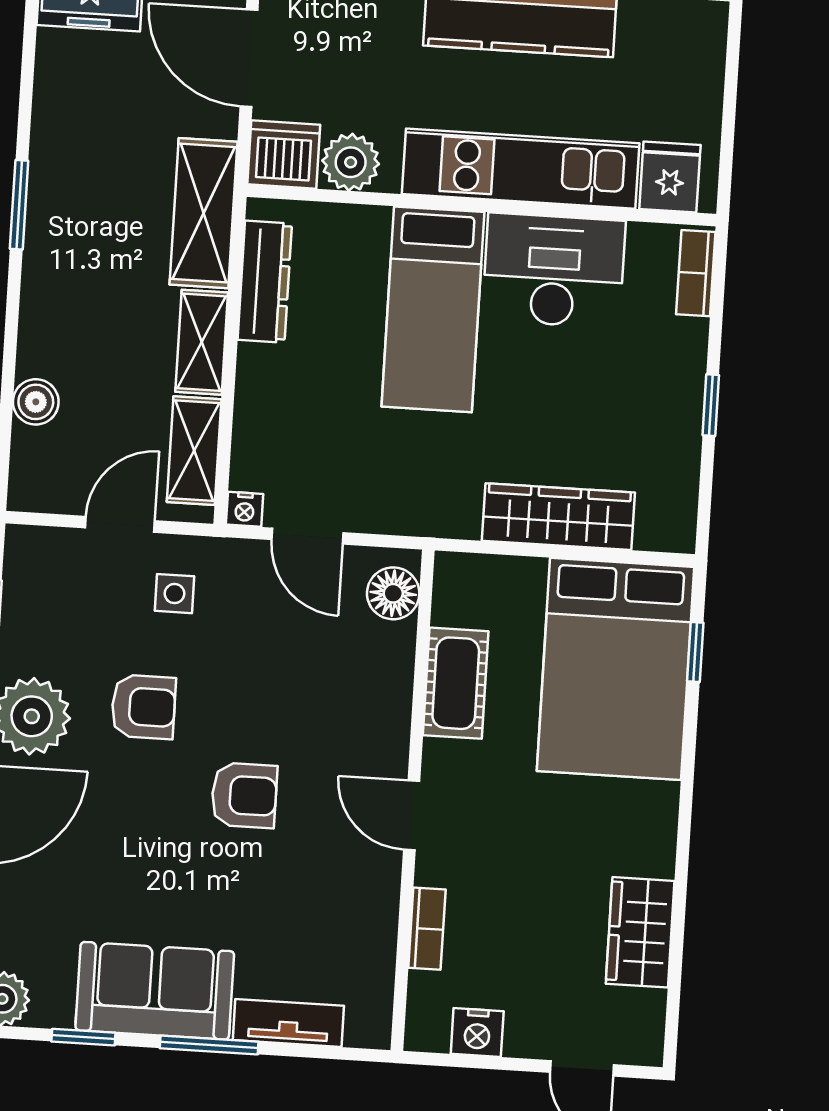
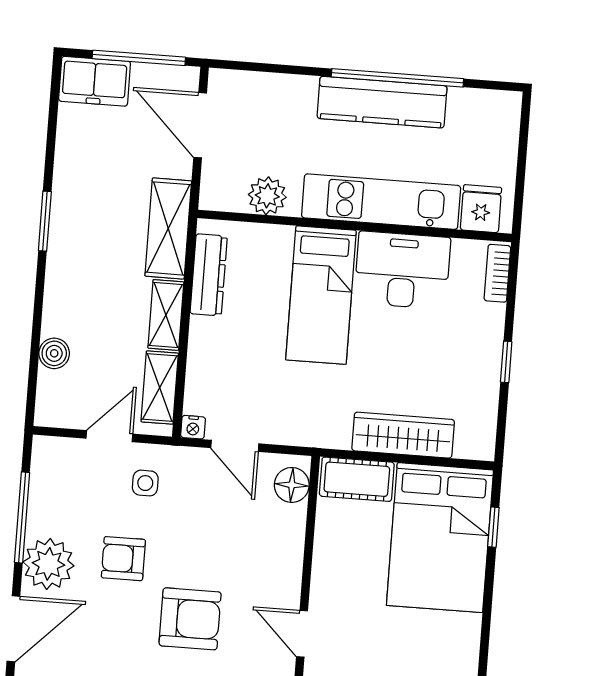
dishwasher: (284, 154) -> (223, 190), removed
cot: (456, 683) -> (357, 479), moved, turned 90
armchair: (143, 707) -> (123, 559), turned 180
armchair: (244, 795) -> (190, 619), width x1.38, depth x1.38

